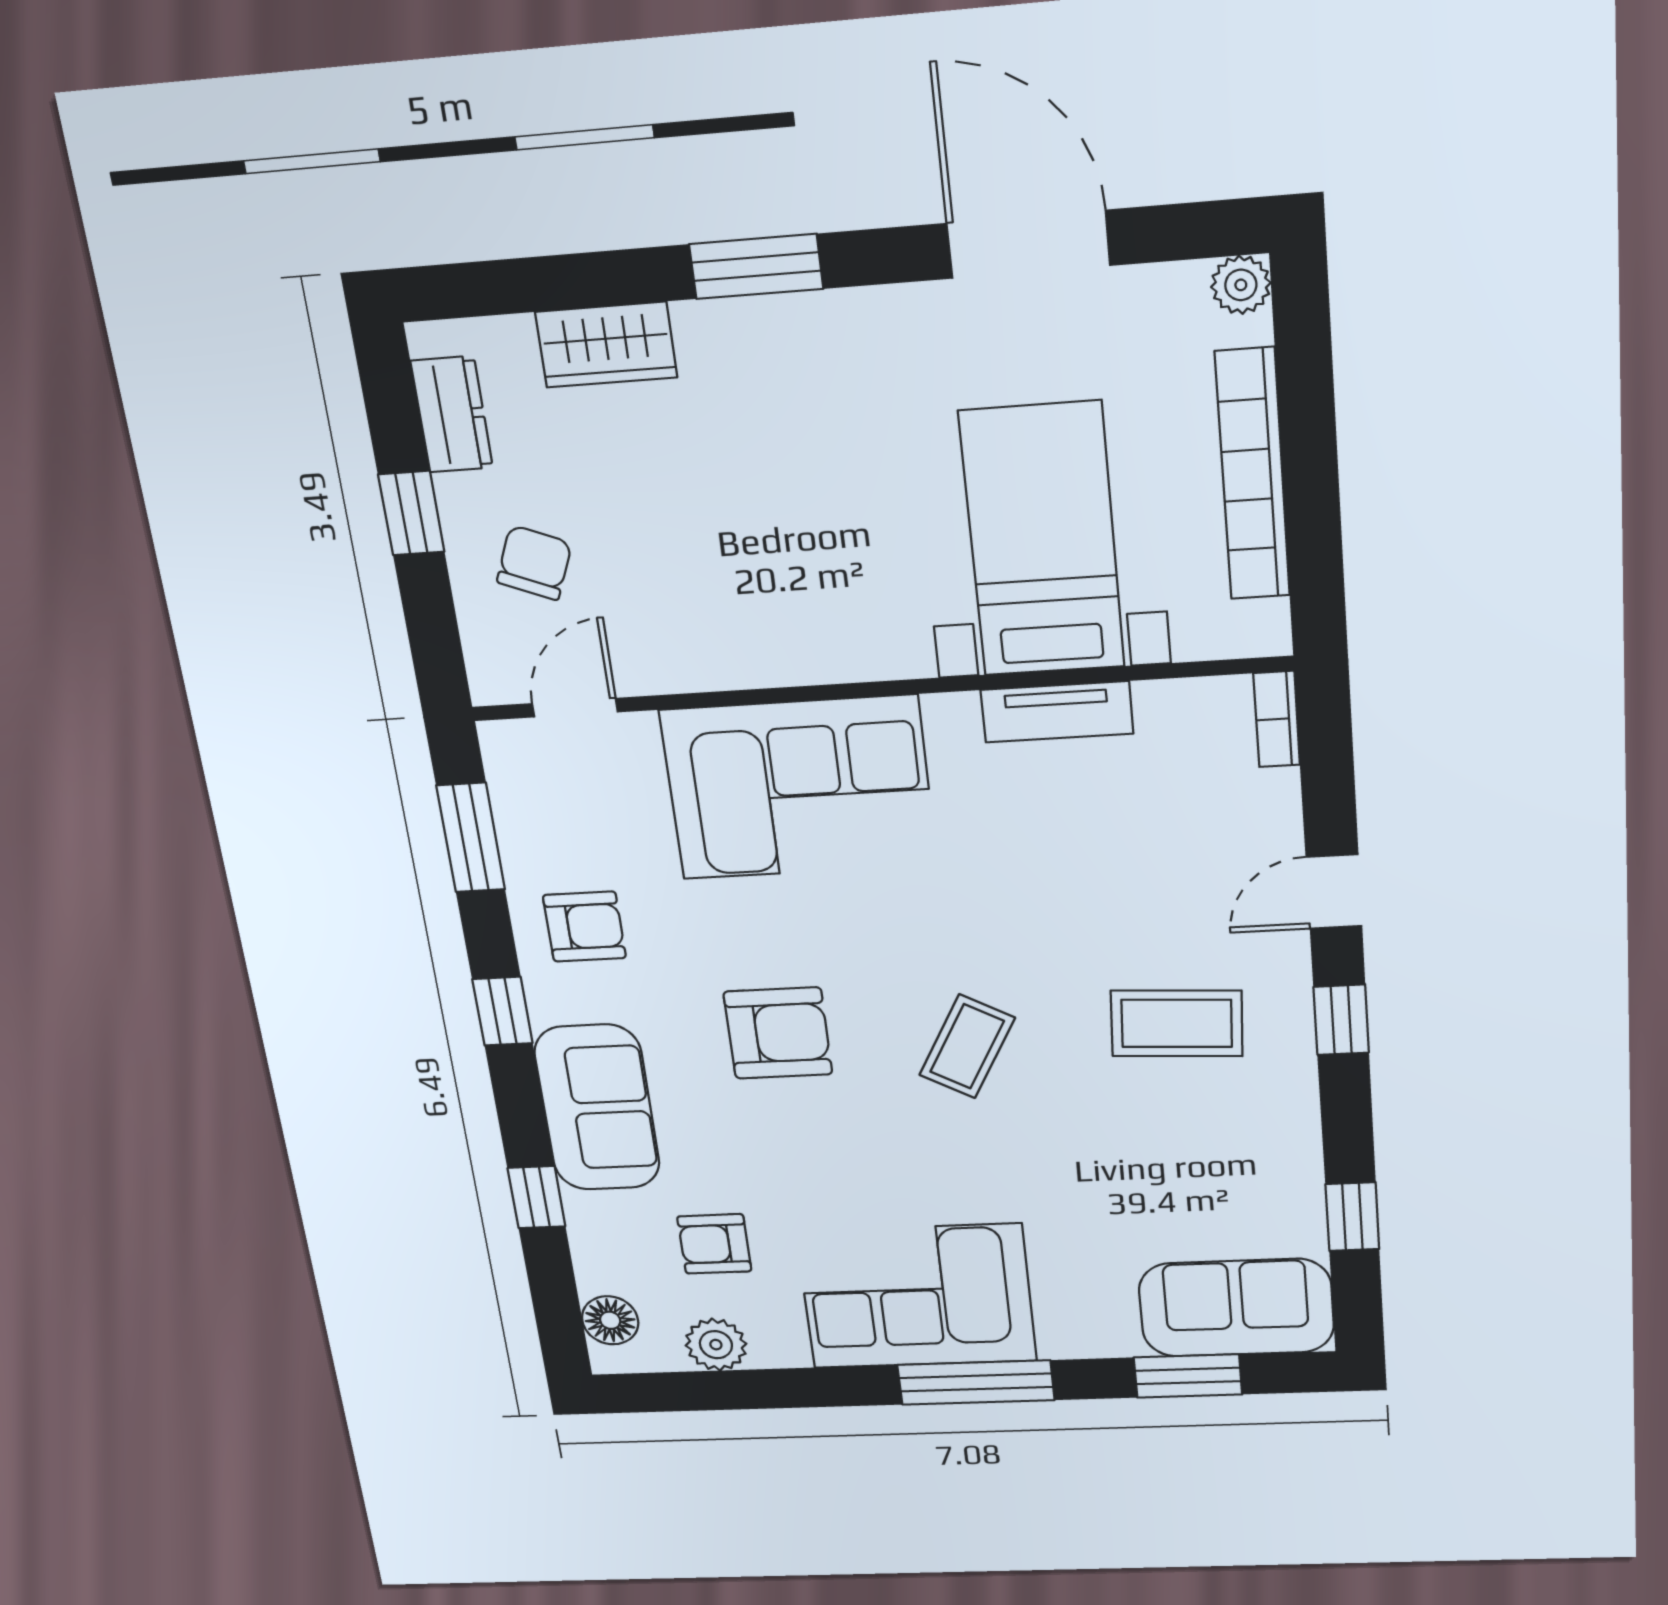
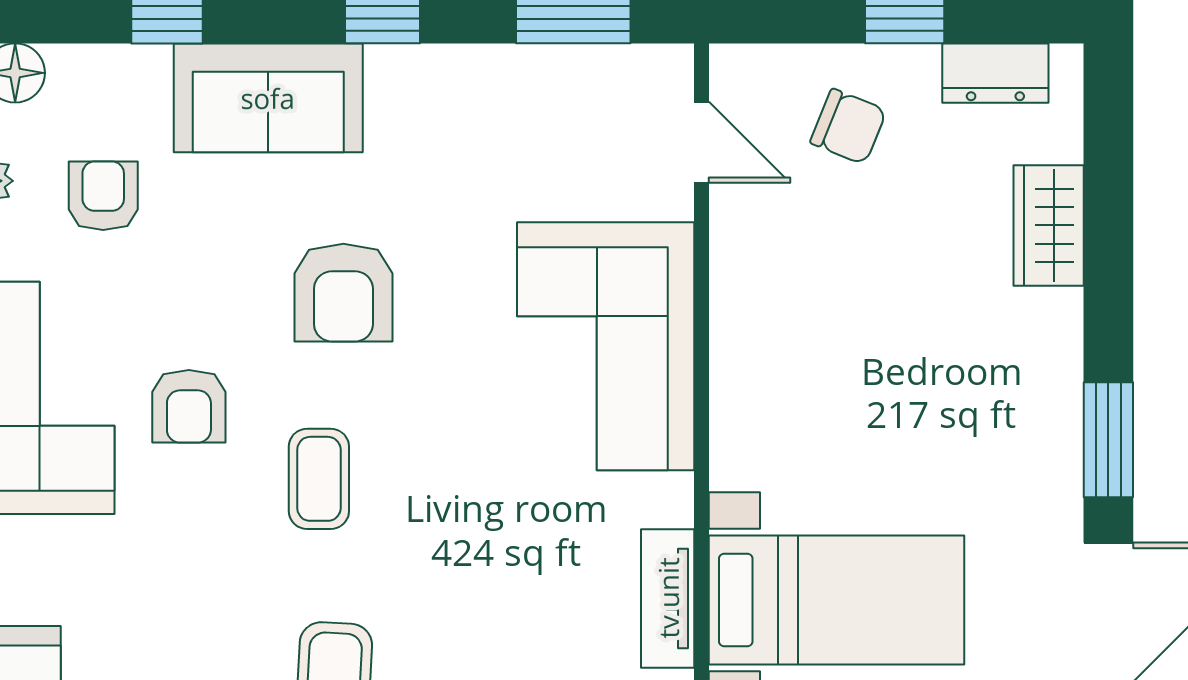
window: (756, 267) -> (1108, 440), moved
armchair: (584, 927) -> (189, 406), moved
coffee table: (967, 1046) -> (319, 479), turned 61

